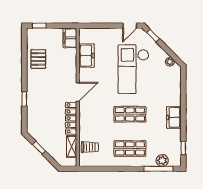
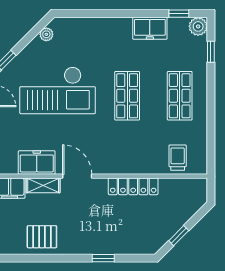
door: (78, 92) -> (77, 176), moved
freezer: (174, 117) -> (150, 28), moved
shelving: (72, 147) -> (43, 185), moved
plant: (162, 160) -> (198, 26), moved
window: (158, 169) -> (211, 52), width x0.46

